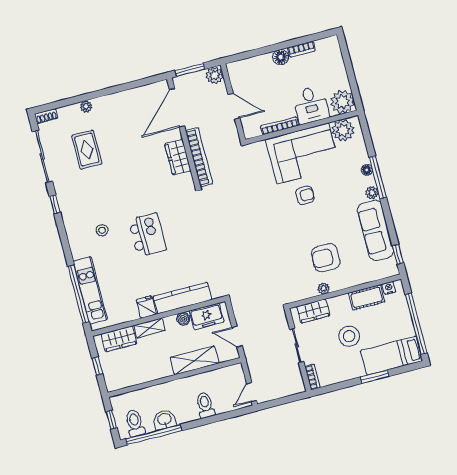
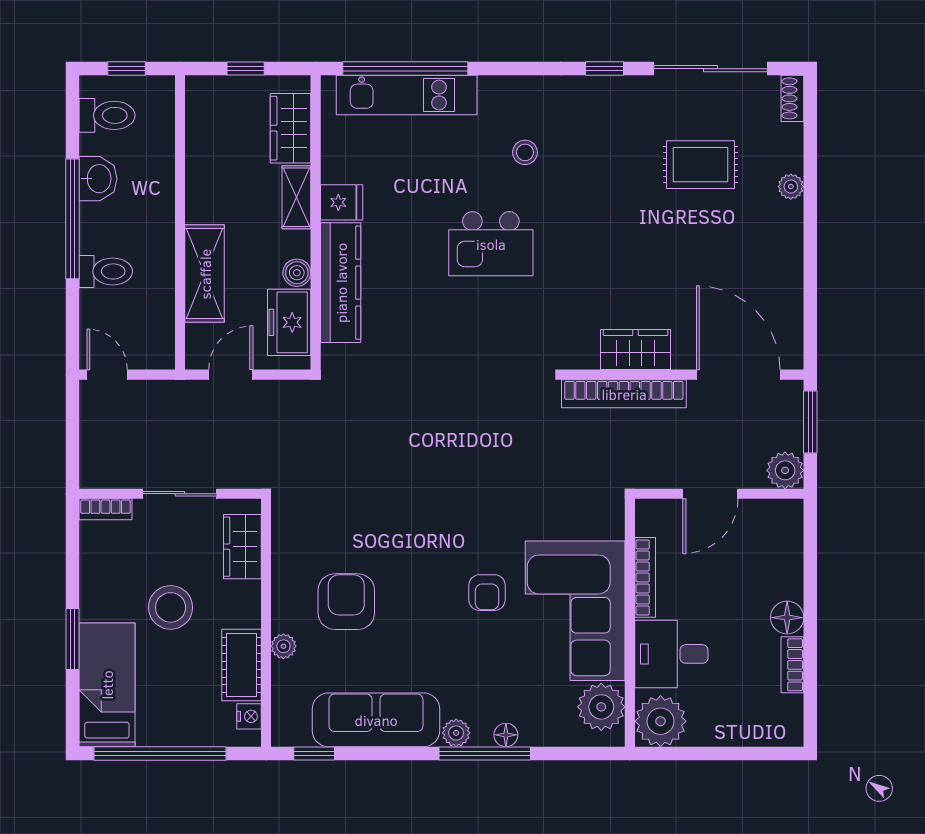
plant: (324, 288) -> (283, 646), moved
window: (154, 435) -> (72, 219), moved

